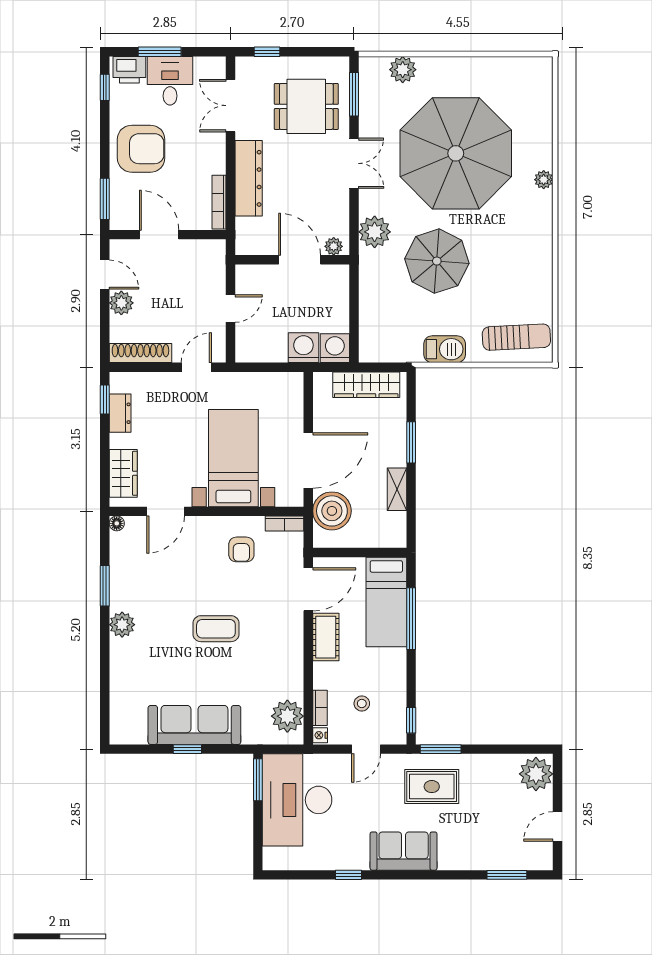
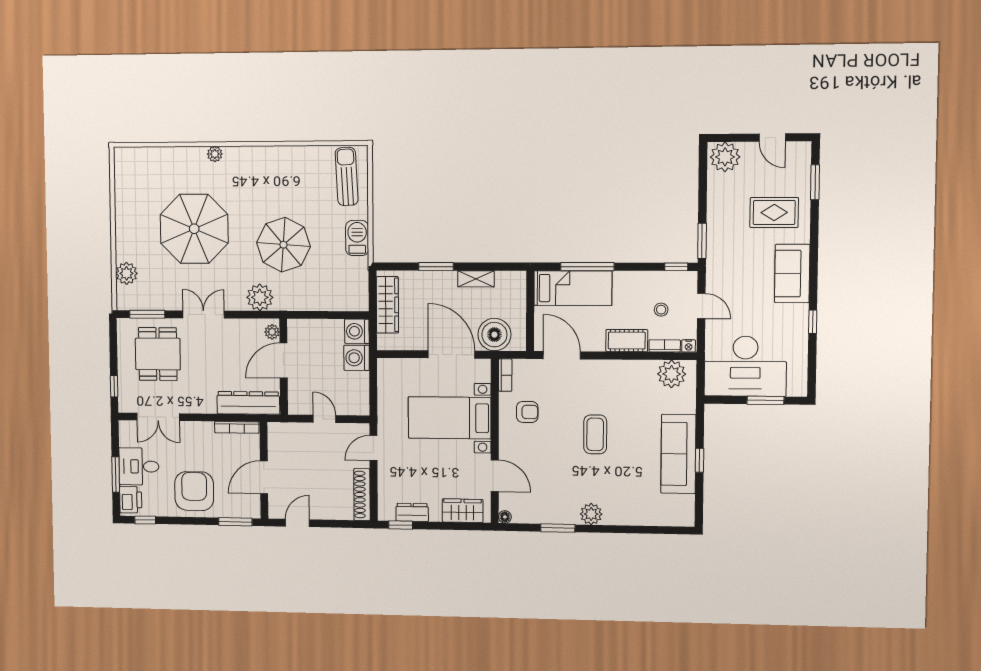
parasol: (456, 153) -> (194, 229), width x0.73, depth x0.73
dresser: (249, 178) -> (248, 403), moved
plant: (121, 303) -> (321, 510), removed
door: (196, 367) -> (373, 448), hinge flipped
cot: (326, 637) -> (627, 341), moved
window: (258, 780) -> (766, 400), moved
rug: (432, 787) -> (774, 212), moved, turned 90

